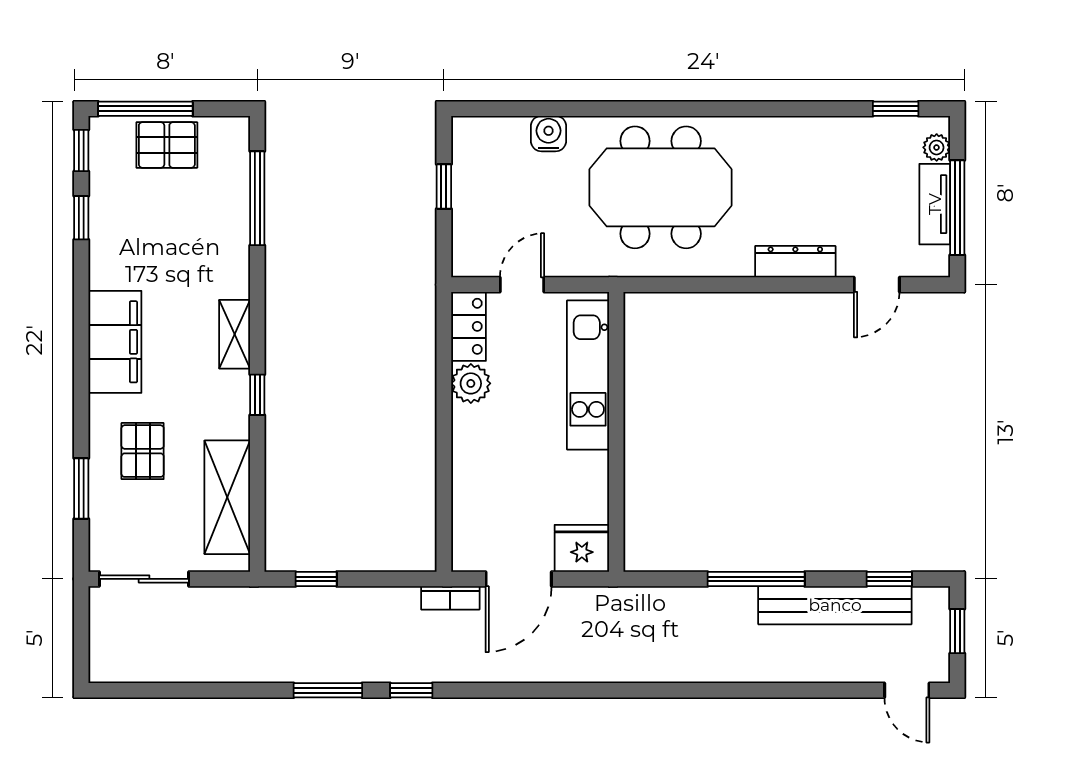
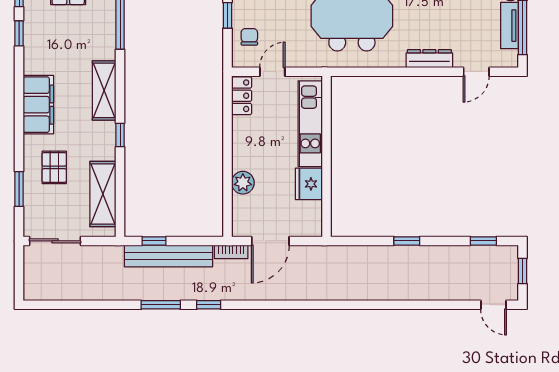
chair: (482, 224) -> (249, 37), added
shelving: (235, 334) -> (104, 90), width x1.50, depth x1.33
plant: (471, 383) -> (243, 183), moved
fridge: (582, 548) -> (309, 184), moved, turned -90
window: (756, 579) -> (407, 241), width x0.46
bench: (835, 605) -> (169, 256), moved

